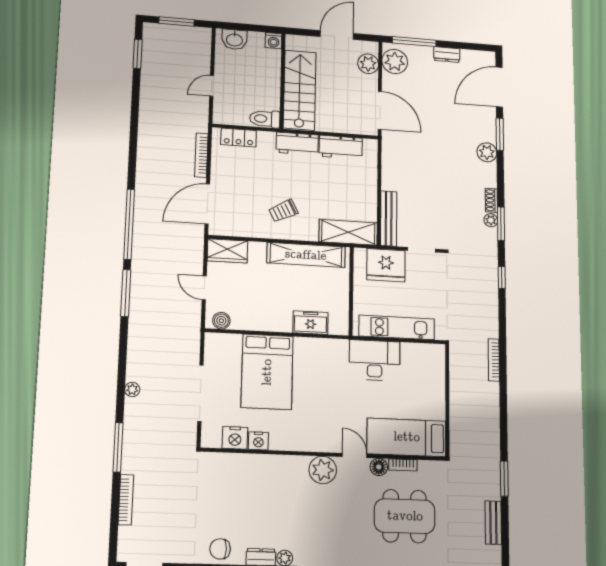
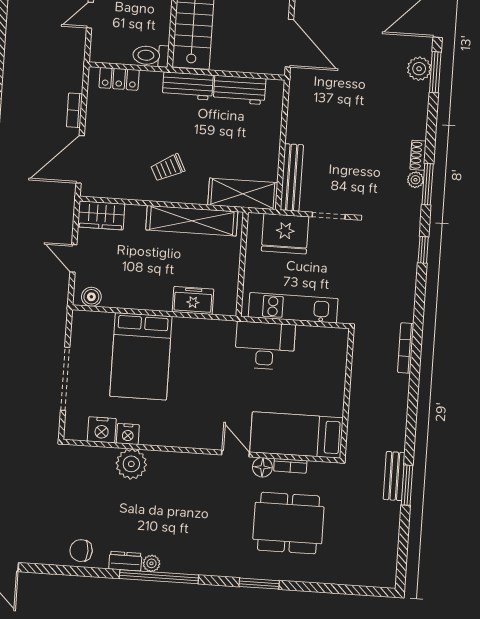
plant: (487, 152) -> (419, 69), moved
bookcase: (201, 155) -> (74, 110), width x0.64
plant: (323, 470) -> (131, 464), moved
bench: (493, 523) -> (394, 476), moved

